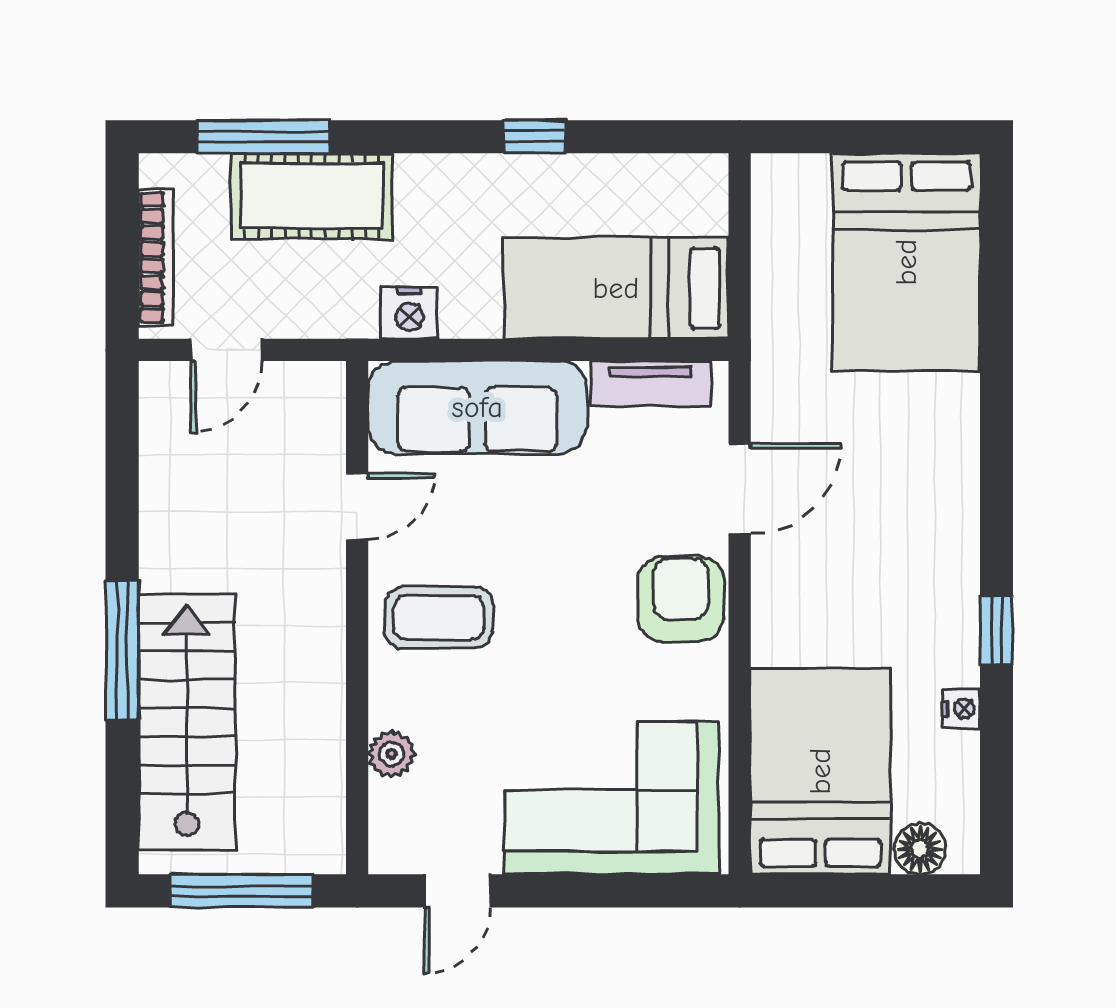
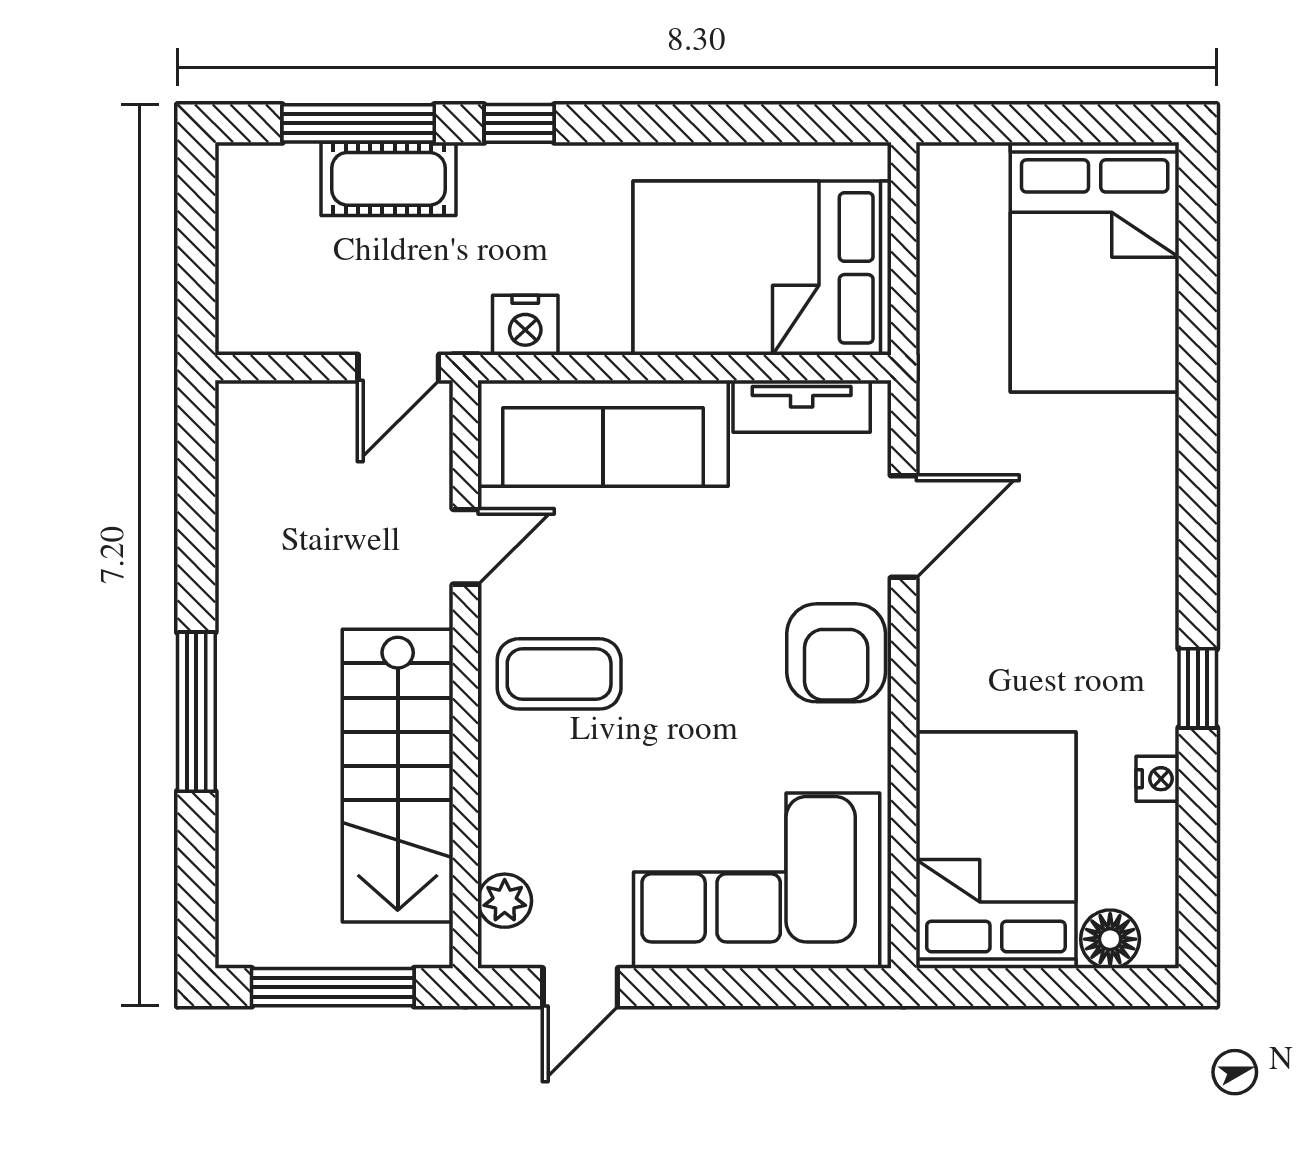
window: (534, 137) -> (519, 123), moved
cot: (312, 196) -> (388, 179), width x0.73, depth x0.75
bookcase: (156, 257) -> (235, 262), removed
bed: (616, 288) -> (762, 268), width x1.50
door: (226, 350) -> (398, 368), moved
armchair: (681, 599) -> (836, 653), turned 180
stairs: (187, 722) -> (398, 776), moved, turned 180
plant: (391, 754) -> (505, 901), moved

